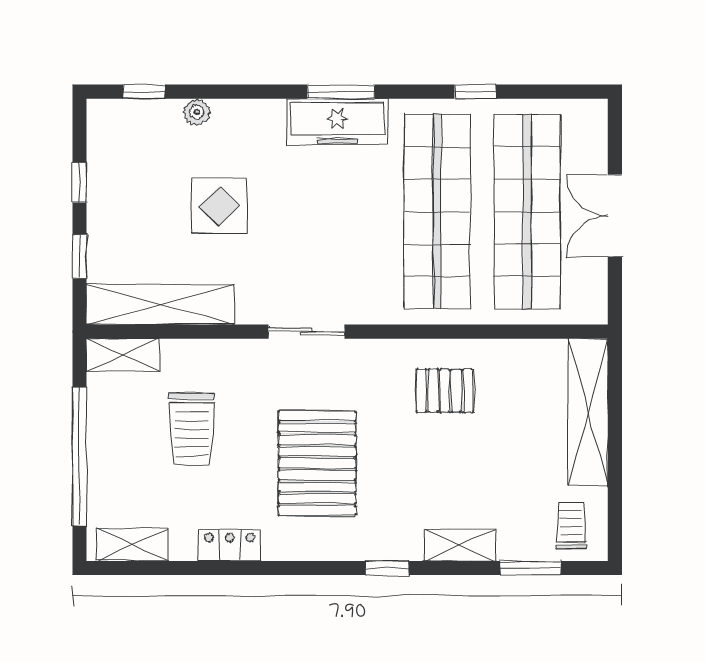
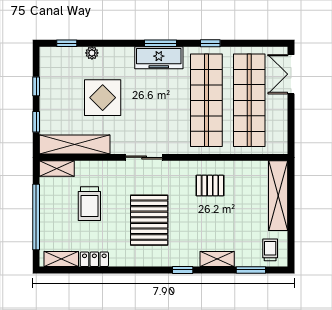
window: (475, 92) -> (210, 43), moved
display table: (219, 206) -> (103, 98), width x1.36, depth x1.36
double door: (615, 216) -> (291, 74), moved
locker: (230, 545) -> (94, 259), moved

